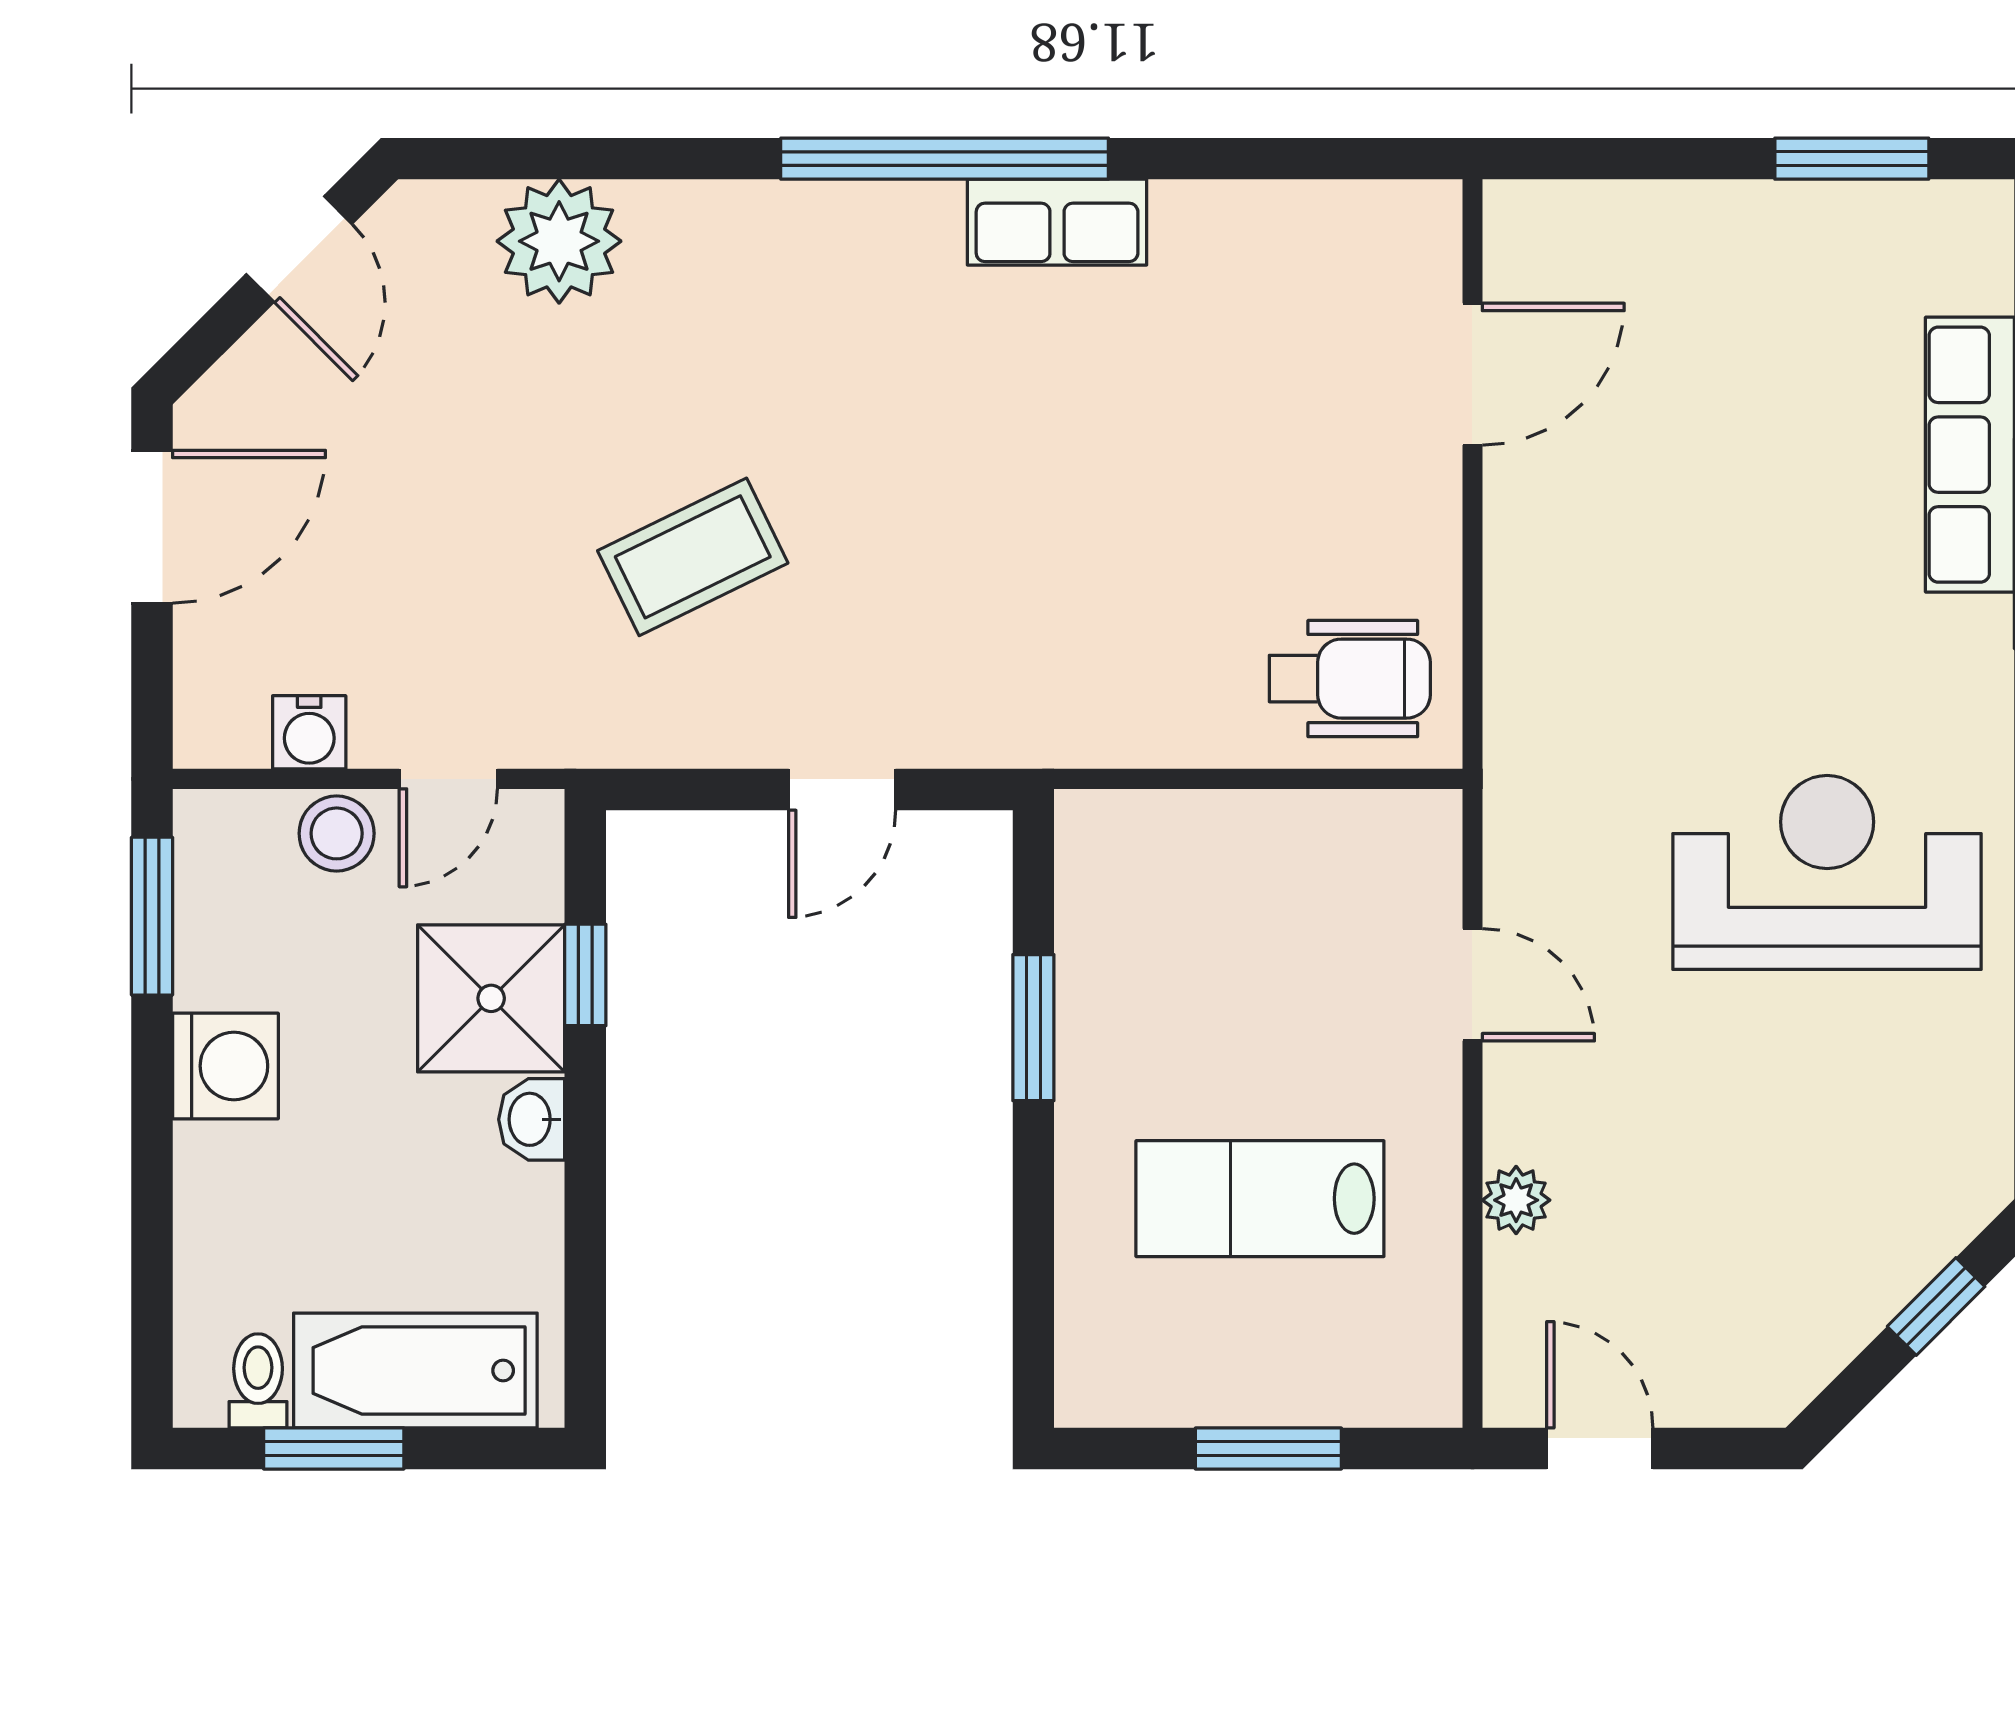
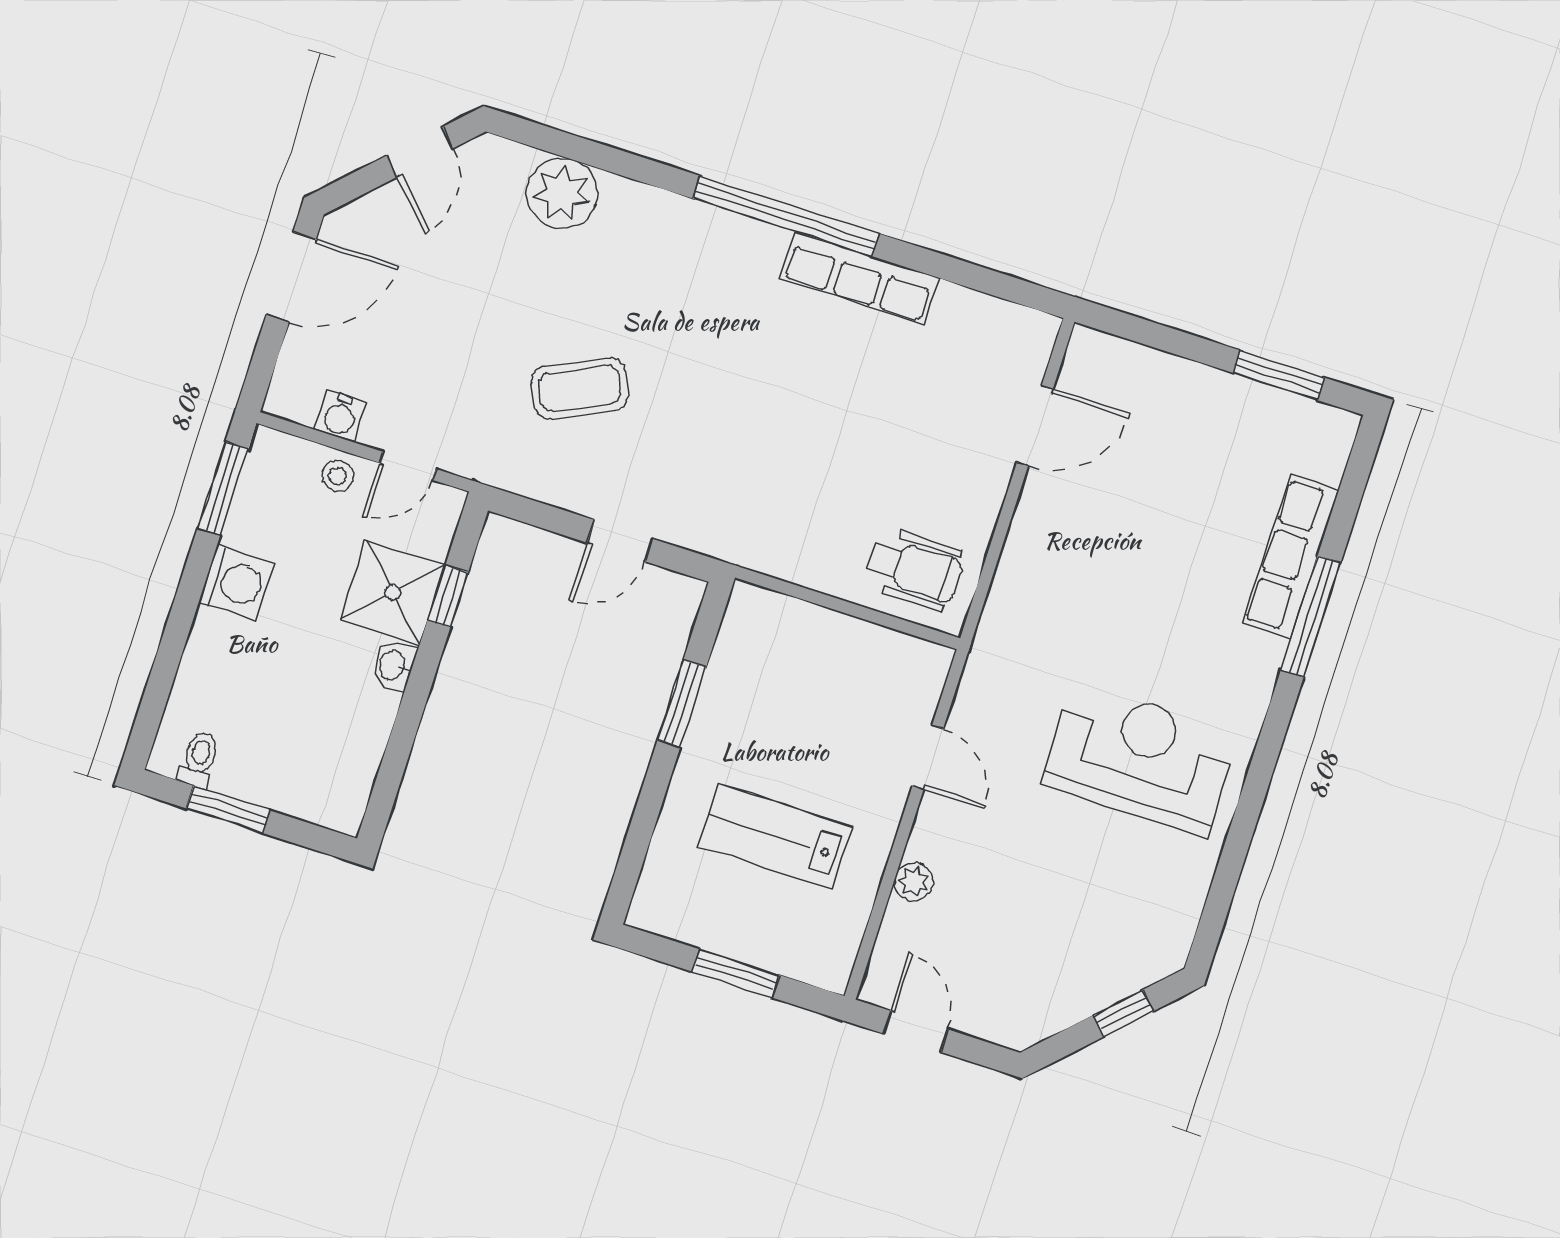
row of seats: (1057, 222) -> (859, 278), width x1.48
stool: (337, 833) -> (338, 476), width x0.73, depth x0.73
bathtub: (415, 1370) -> (286, 781), removed

